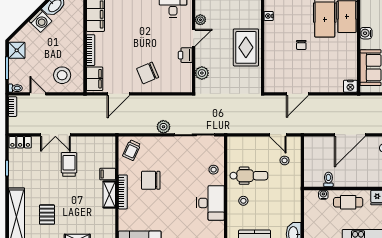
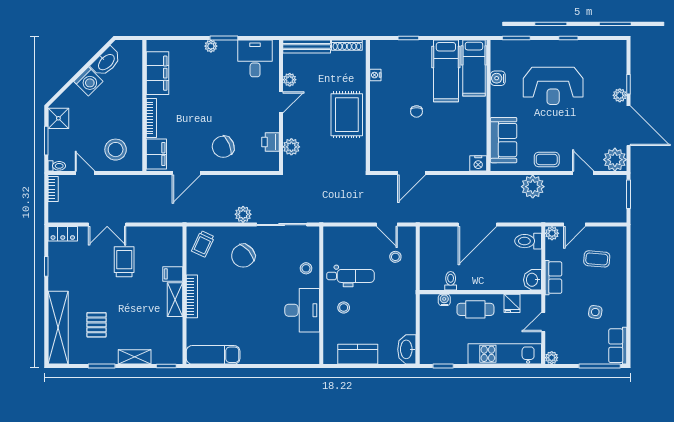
water cooler: (366, 33) -> (498, 78), moved
printer: (185, 55) -> (271, 142), moved
chair: (151, 180) -> (243, 256), moved, turned -41

